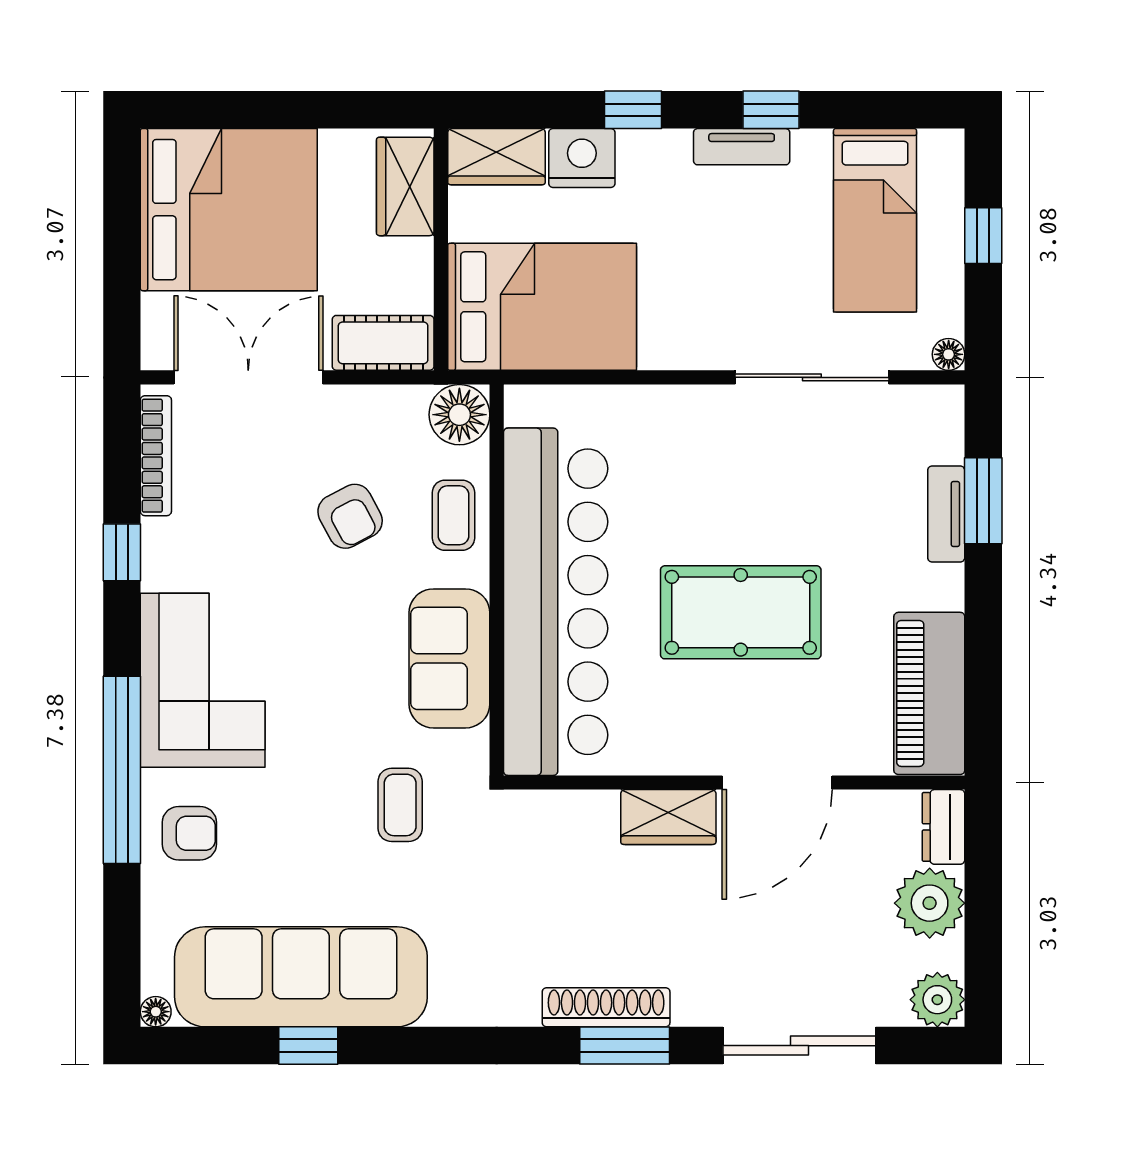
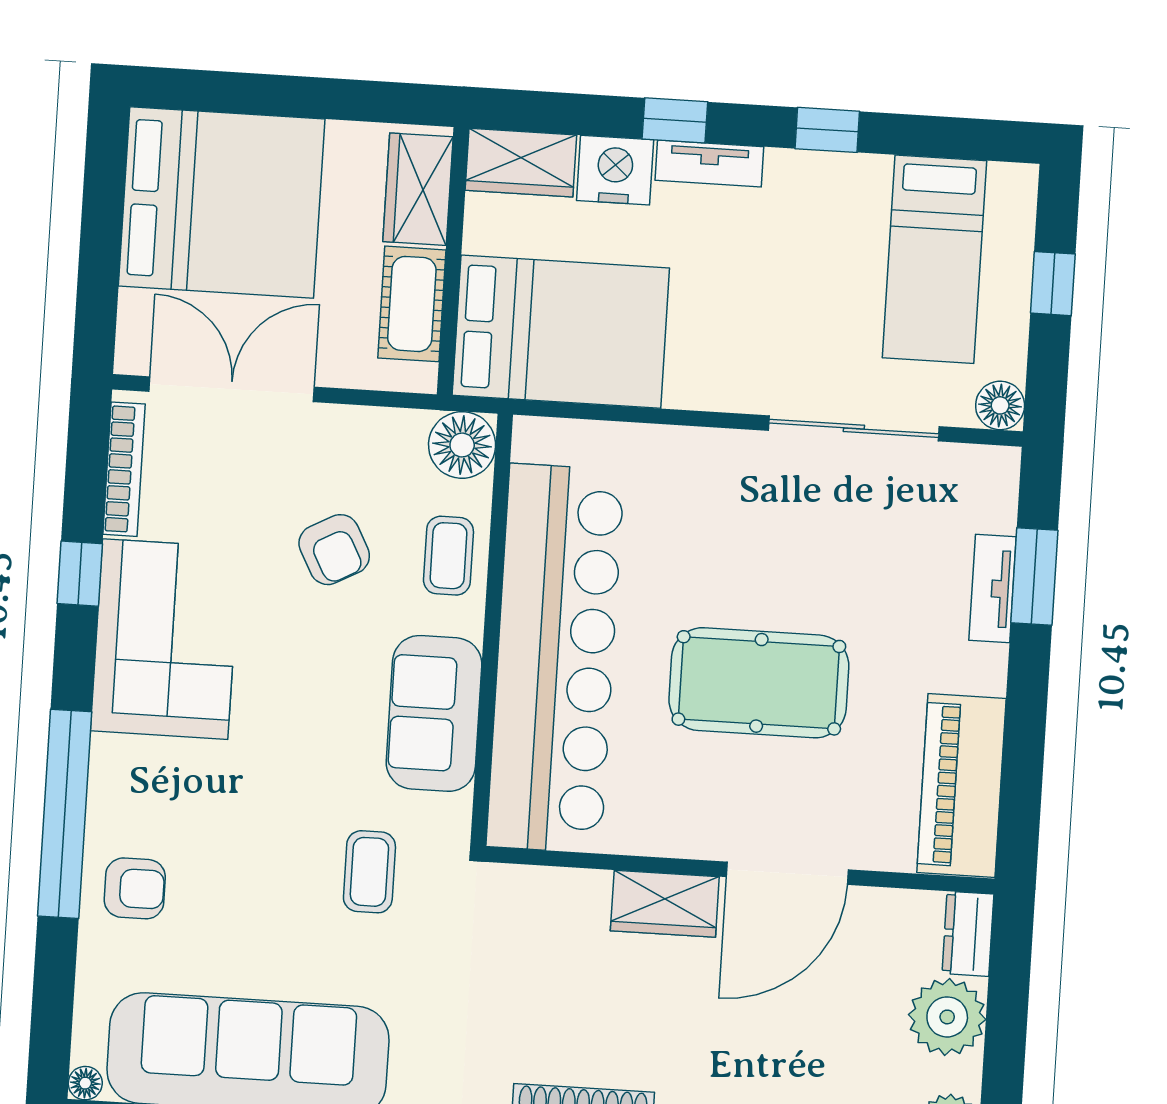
tv unit: (742, 147) -> (709, 163), moved
cot: (383, 343) -> (412, 304), moved, turned 90
floor lamp: (949, 354) -> (1000, 405), width x1.37, depth x1.37
corner sofa: (203, 680) -> (165, 639), moved

